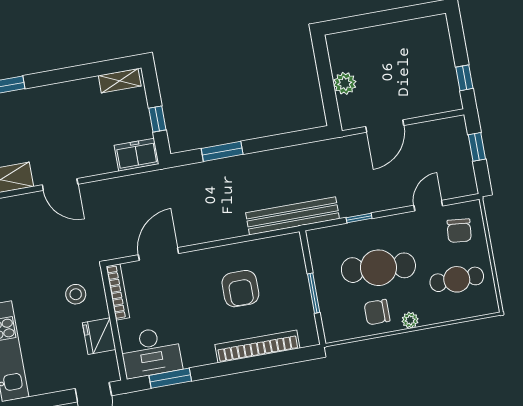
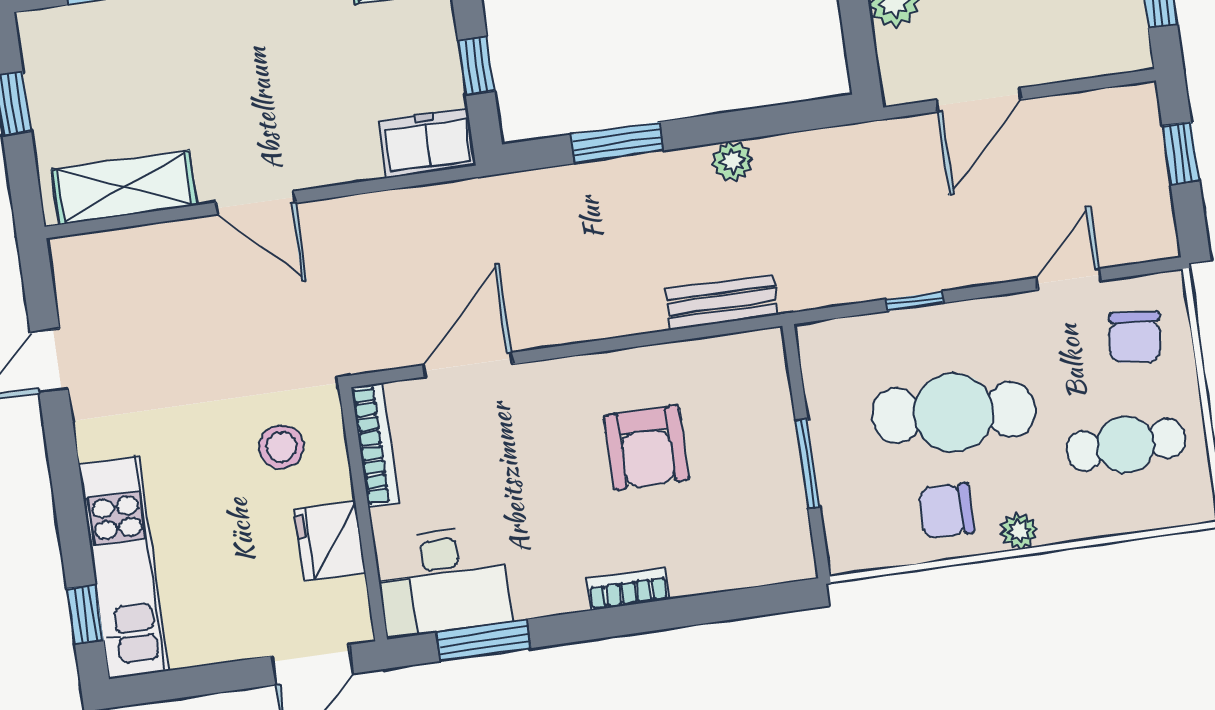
plant: (275, 158) -> (732, 161), added
bench: (293, 216) -> (722, 302), width x0.54, depth x0.82
bookcase: (257, 346) -> (628, 589), width x0.43, depth x0.76

